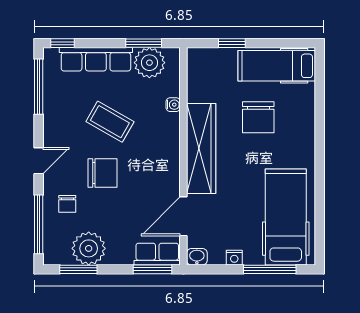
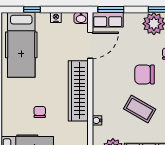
chair: (258, 117) -> (40, 112), width x0.54, depth x0.54
window: (270, 269) -> (32, 10), width x0.46

